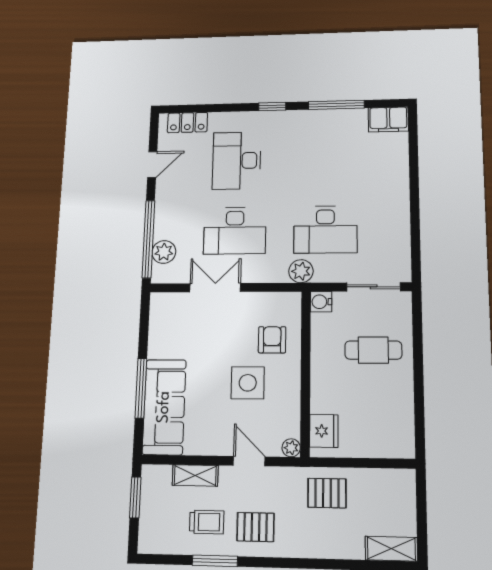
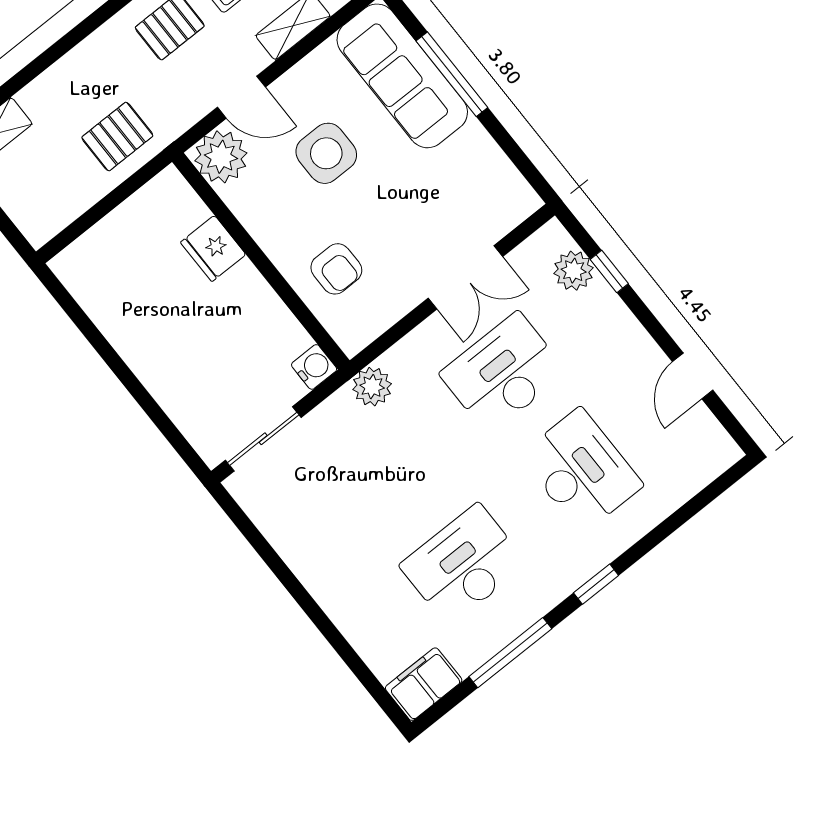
locker: (187, 123) -> (695, 472), removed
desk: (325, 230) -> (463, 565), moved
window: (148, 239) -> (609, 271), width x0.32
cafe table: (373, 350) -> (200, 357), removed
side table: (248, 383) -> (326, 153), moved
fridge: (324, 431) -> (213, 248), moved
plant: (291, 448) -> (221, 157), width x1.88, depth x1.88

